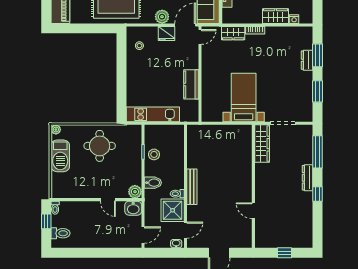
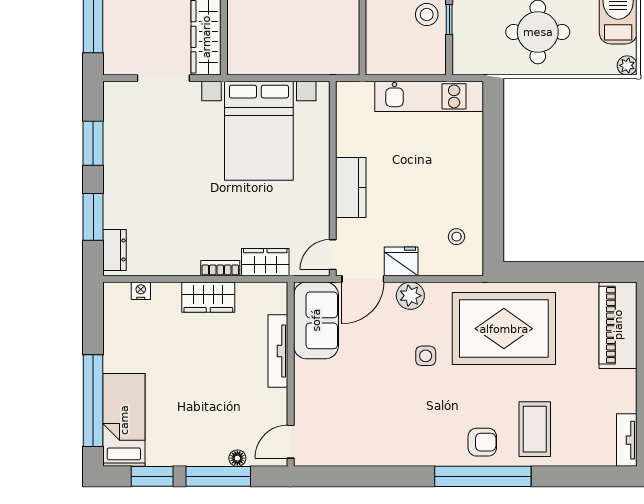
wardrobe: (276, 16) -> (208, 297), moved
dresser: (307, 60) -> (115, 250), moved
kitchen counter: (191, 84) -> (351, 187), moved
bed with nightstands: (244, 97) -> (259, 131), width x1.36

